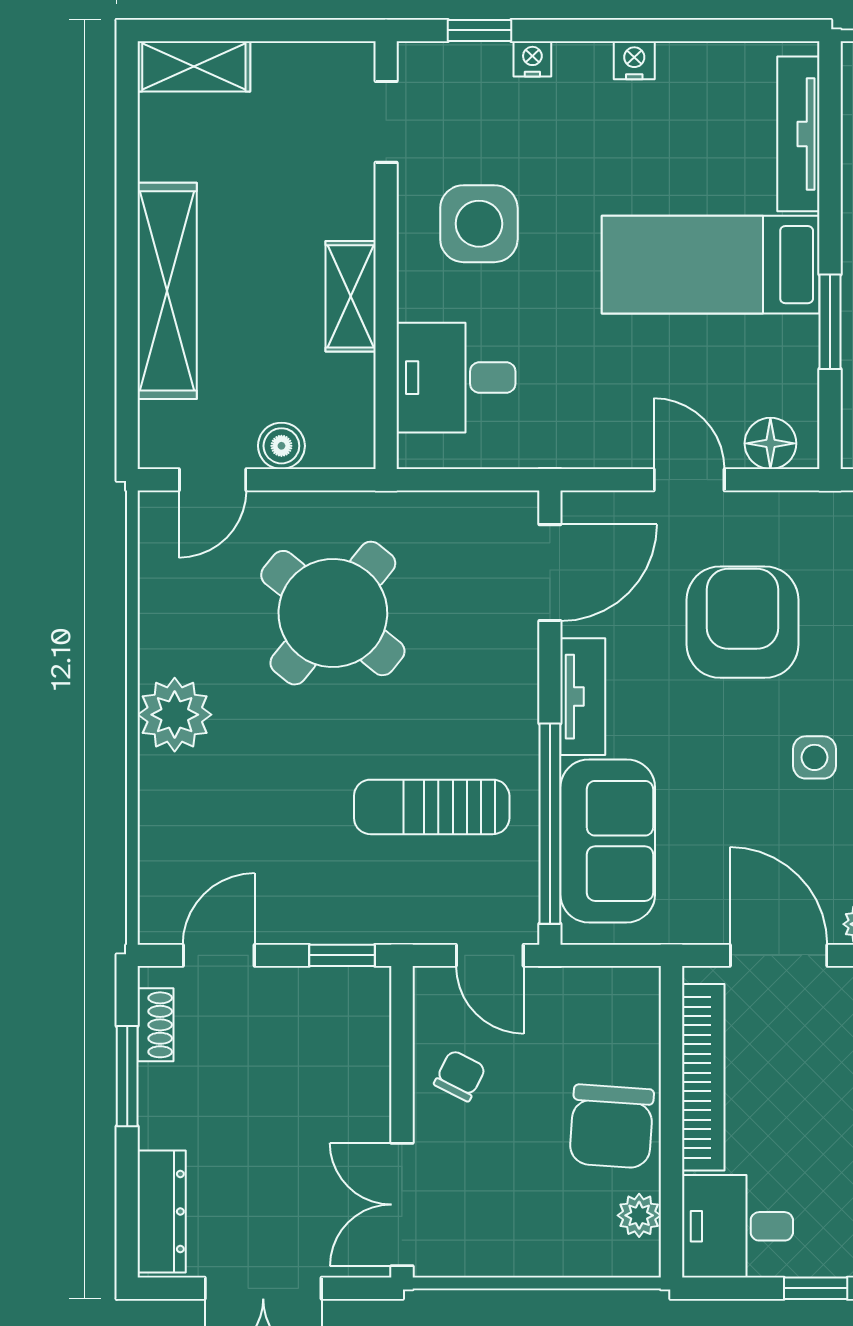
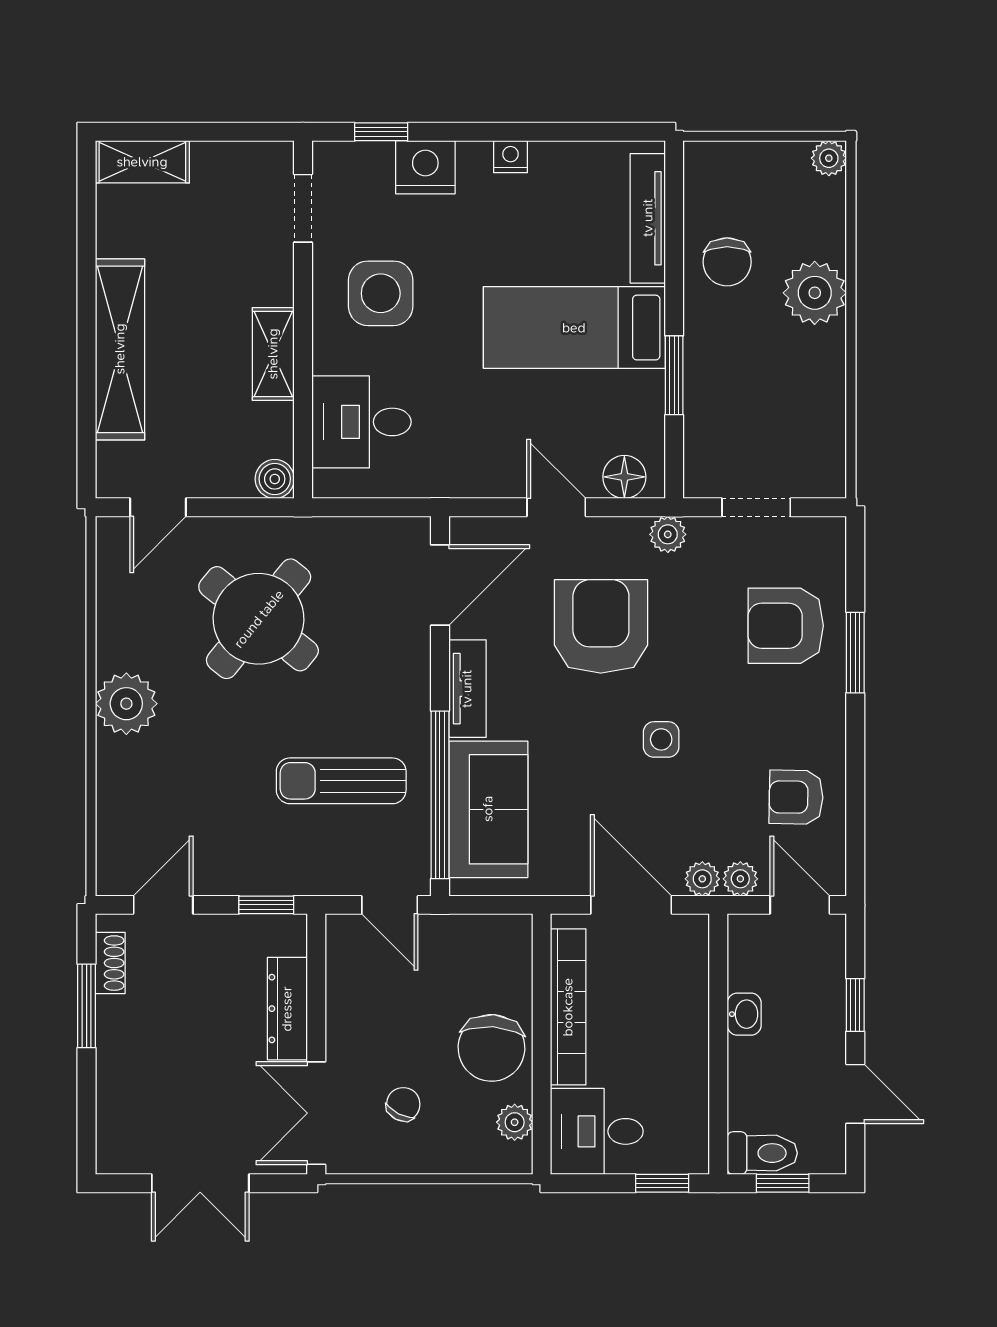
nightstand: (532, 59) -> (425, 167), width x1.89, depth x1.79
boiler: (281, 446) -> (275, 479), moved
plant: (822, 512) -> (668, 534), added
chair: (460, 1076) -> (403, 1104), moved
dresser: (162, 1211) -> (287, 1009), moved, turned 180

